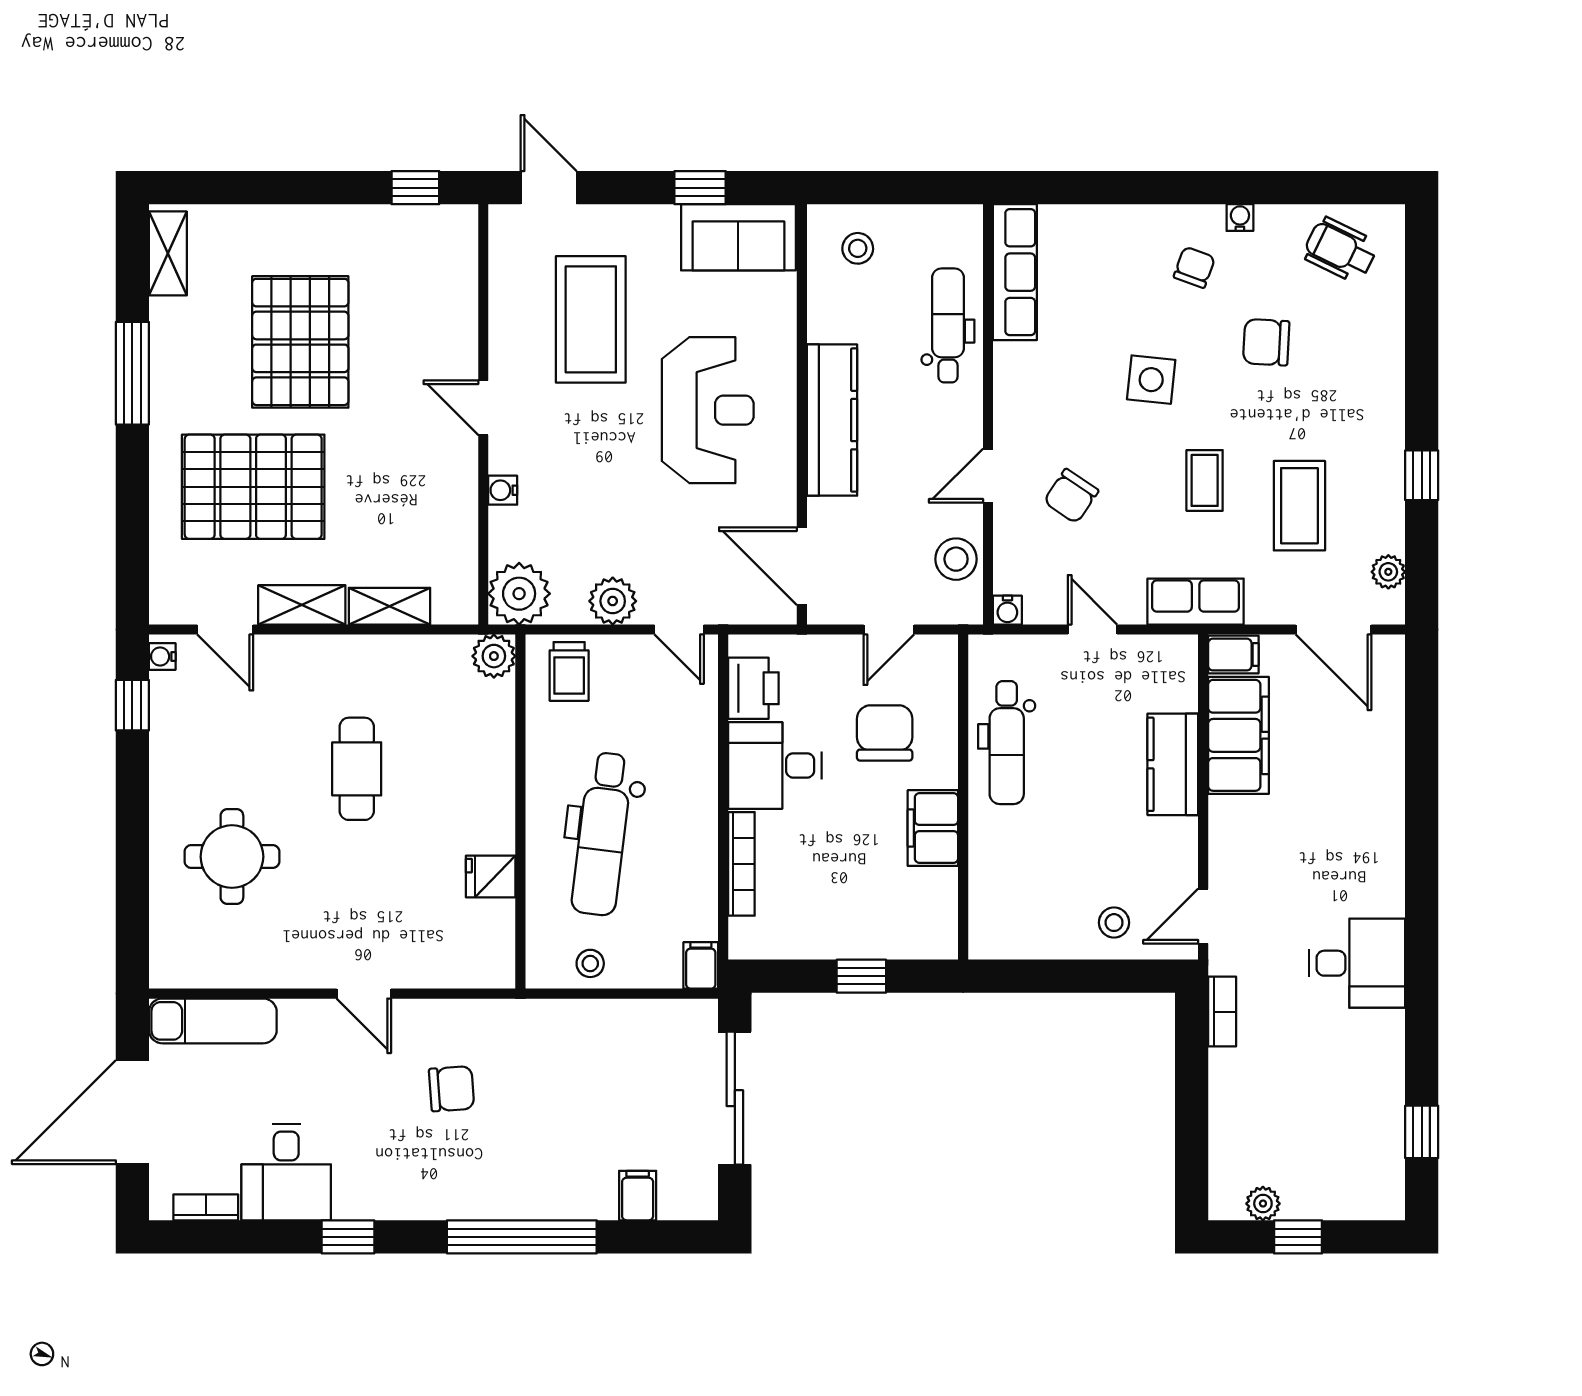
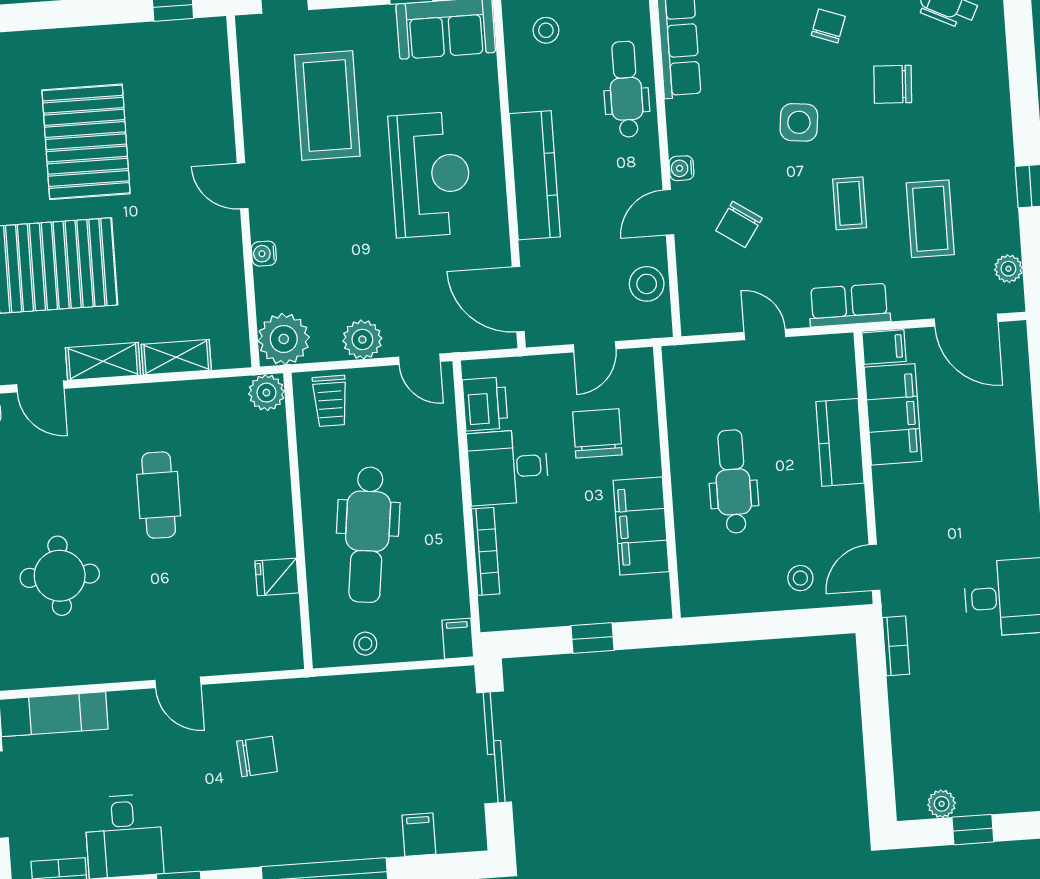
water cooler: (1007, 610) -> (681, 168), moved, turned 90
dental chair: (1007, 743) -> (733, 482), moved, turned 180
filing cabinet: (933, 828) -> (641, 526), width x1.50, depth x1.17

